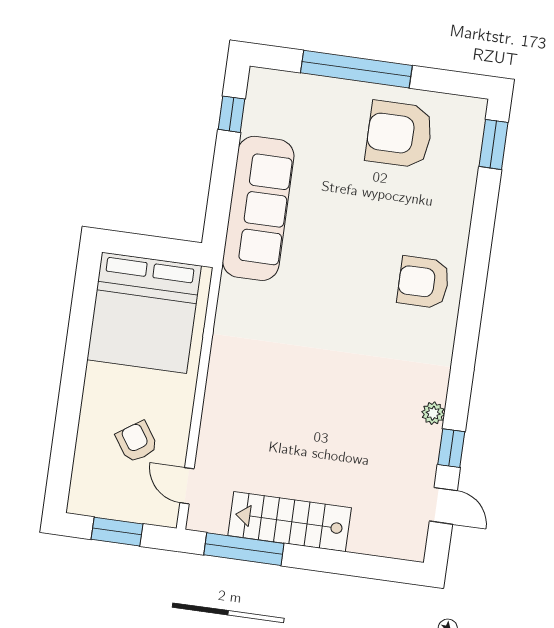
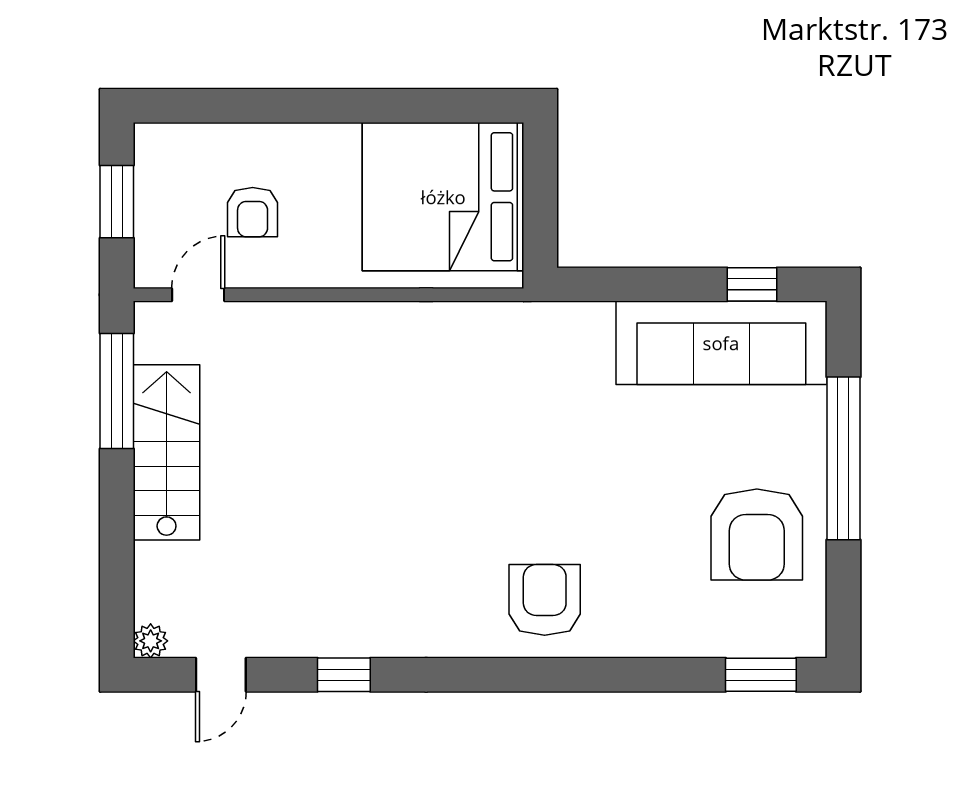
armchair: (399, 134) -> (757, 535), turned 180
sofa: (258, 208) -> (721, 343), moved
plant: (433, 413) -> (151, 641), moved
armchair: (137, 442) -> (253, 212), turned 124
window: (451, 448) -> (344, 675), moved

